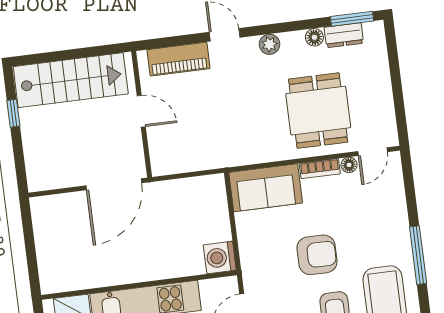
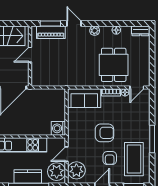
window: (352, 19) -> (50, 24), moved
dresser: (344, 35) -> (140, 31), moved
door: (141, 111) -> (30, 55), swing flipped

